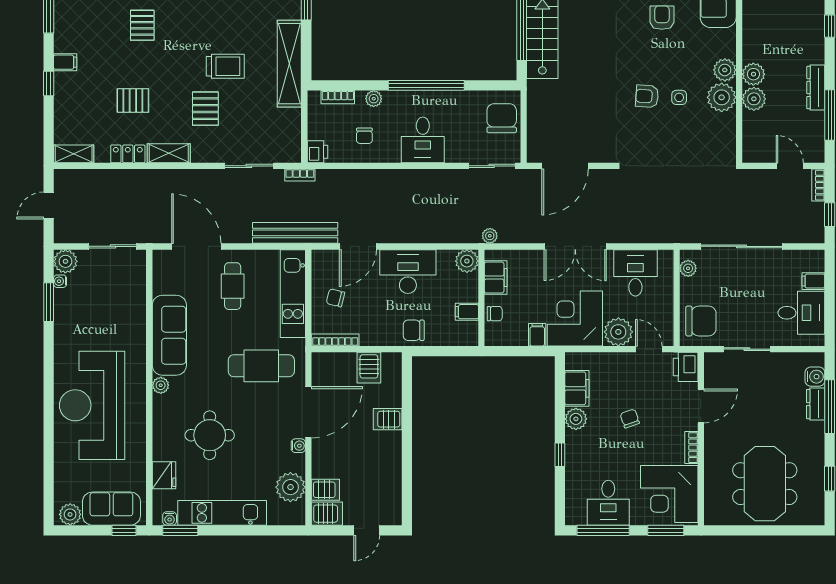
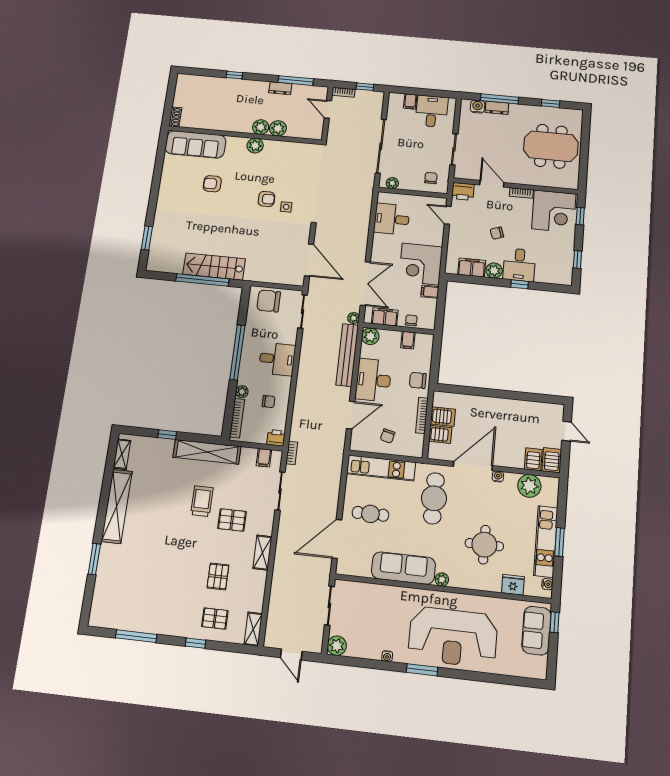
pallet: (142, 25) -> (215, 619), moved
filing cabinet: (65, 62) -> (264, 458), moved, turned 180
dresser: (816, 88) -> (280, 88), width x0.70
armchair: (647, 96) -> (266, 199), turned -94
bookcase: (338, 97) -> (237, 418), width x1.56
side table: (679, 97) -> (286, 207), moved
plant: (722, 97) -> (274, 149), removed
locker: (128, 154) -> (259, 585), removed
door: (790, 166) -> (328, 109), hinge flipped
bench: (295, 233) -> (347, 355), moved
door: (358, 246) -> (351, 415), hinge flipped
double door: (575, 246) -> (365, 284), moved
water cooler: (60, 281) -> (387, 656), moved
window: (49, 302) -> (422, 670), moved
chair: (701, 321) -> (431, 178), width x0.54, depth x0.54
chair: (414, 330) -> (418, 380), turned 90
plant: (618, 332) -> (433, 235), removed
bookcase: (335, 340) -> (422, 415), moved
door: (649, 349) -> (448, 215), hinge flipped
door: (308, 412) -> (473, 466), hinge flipped
server rack: (388, 419) -> (440, 434), moved, turned -90
desk: (608, 503) -> (519, 265), moved, turned 90
plant: (70, 514) -> (539, 665), removed
window: (180, 530) -> (560, 542), moved
window: (603, 530) -> (577, 259), width x0.46
window: (666, 530) -> (580, 216), width x0.67

